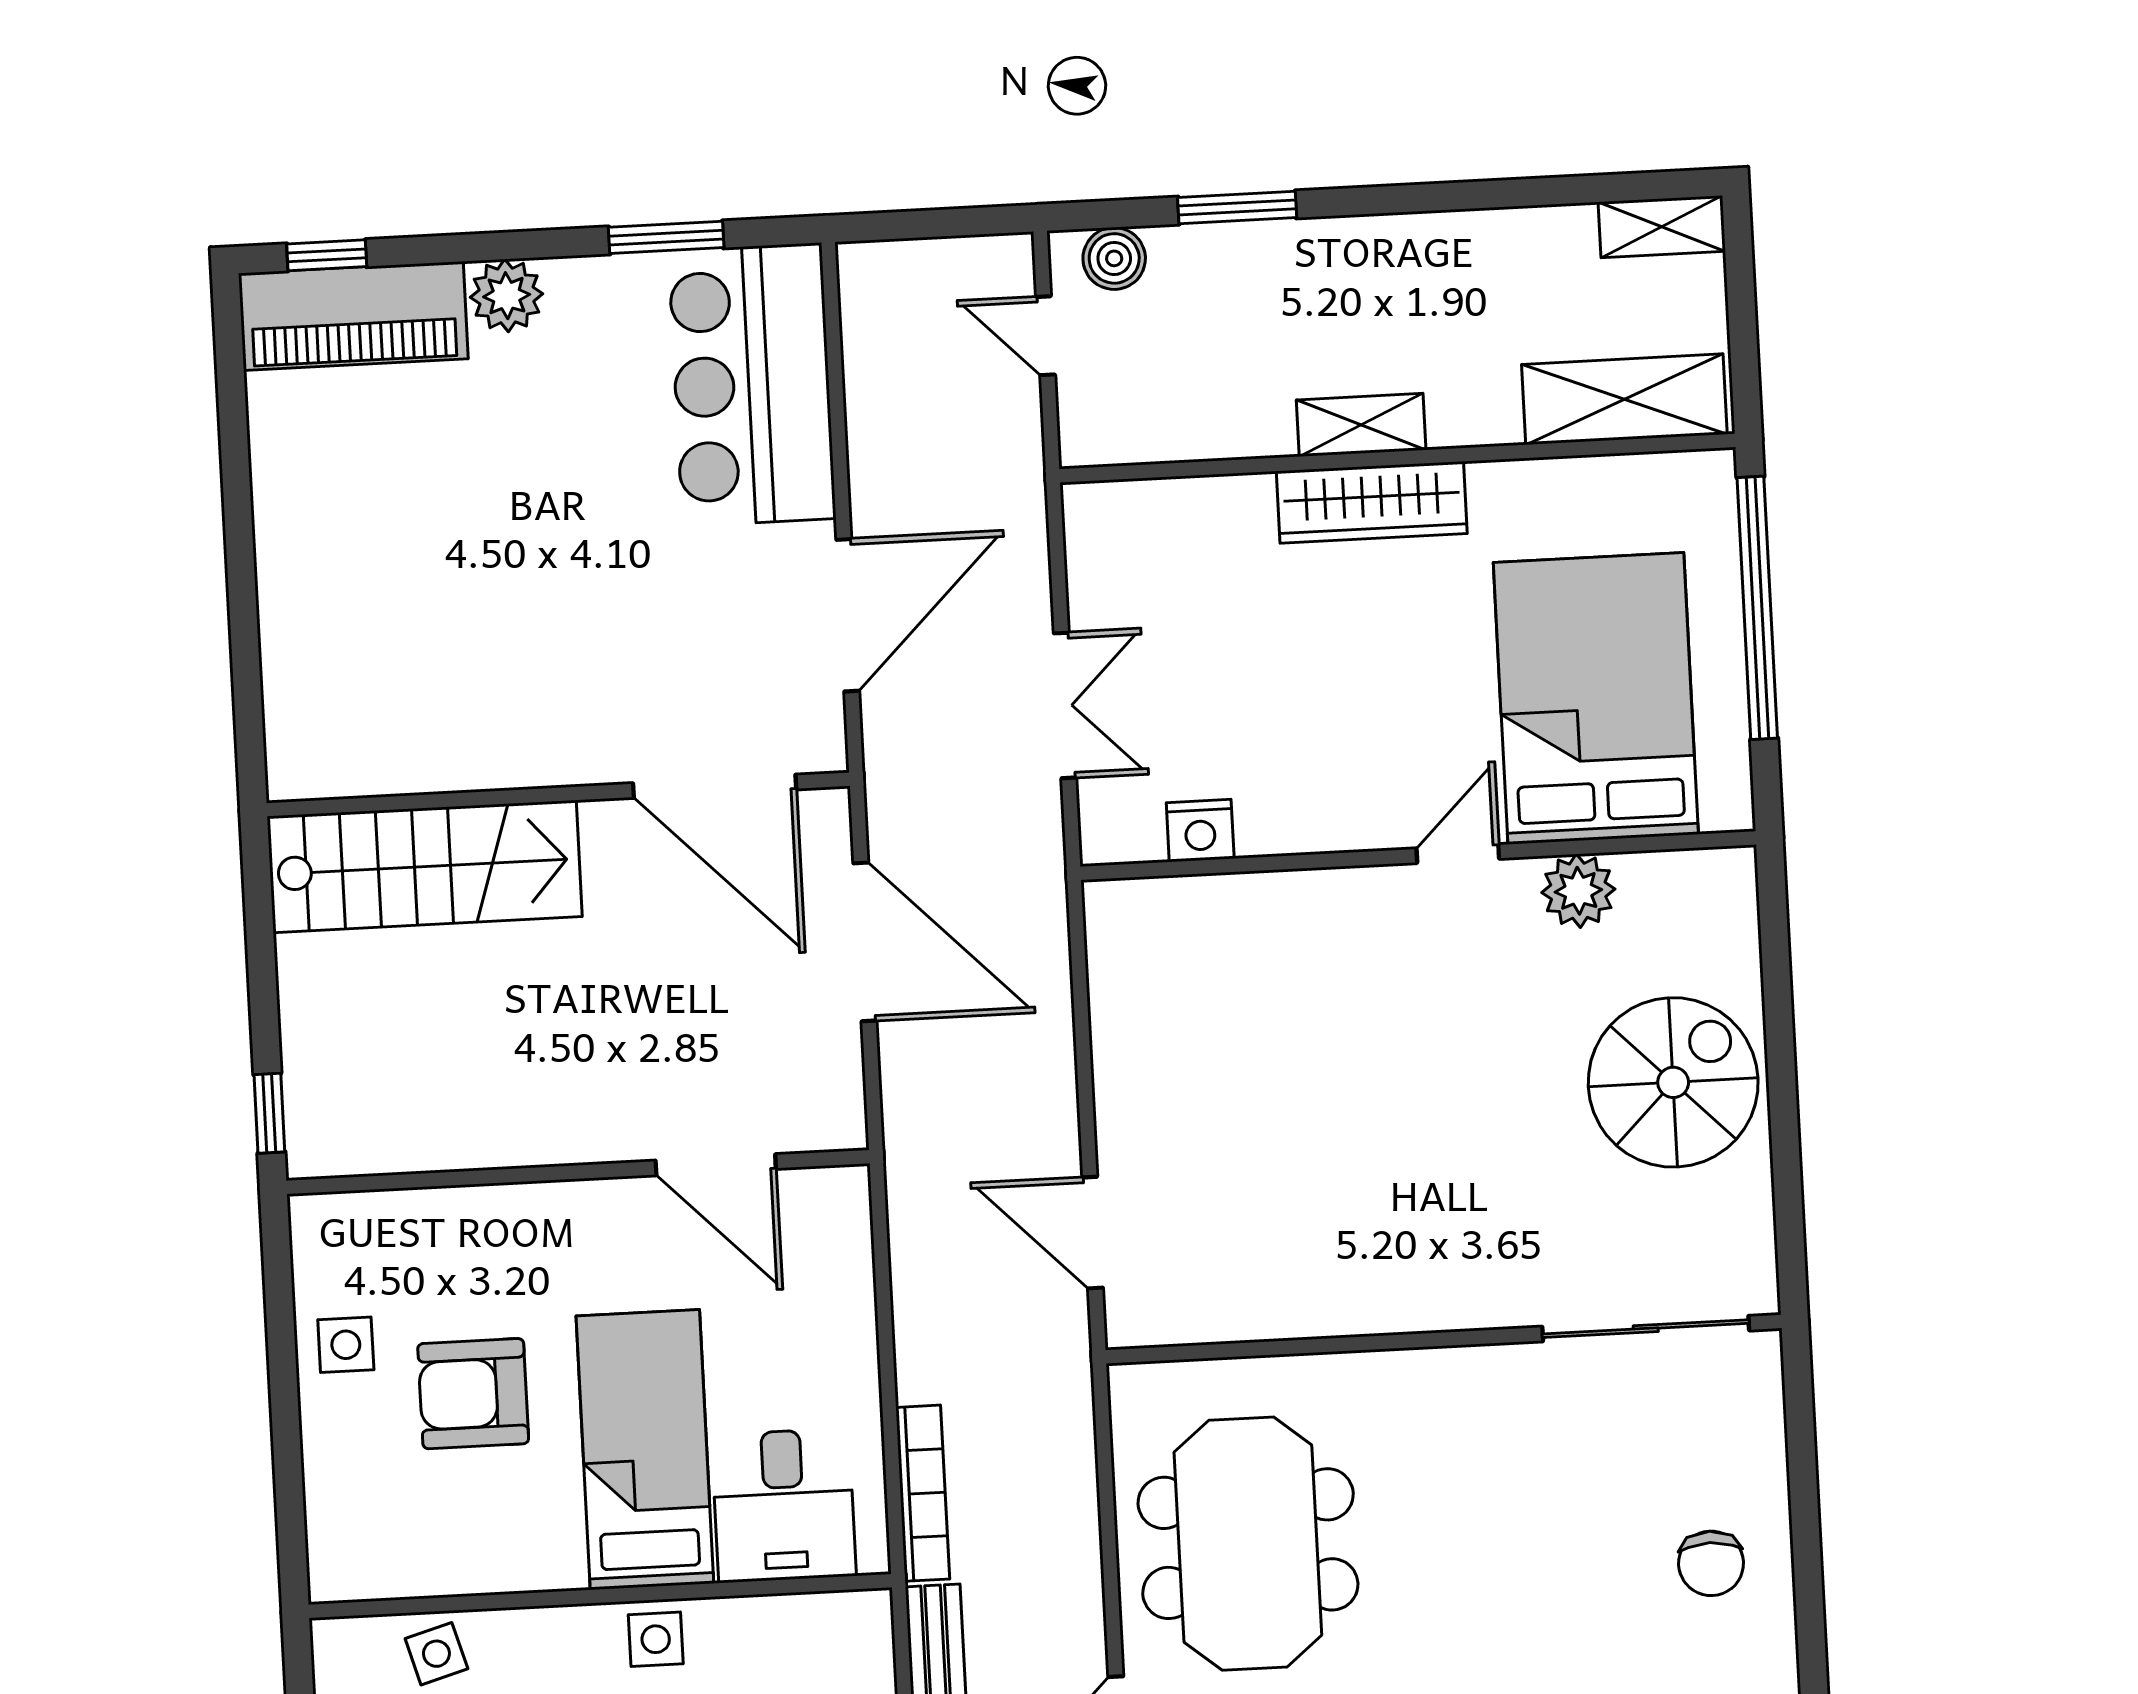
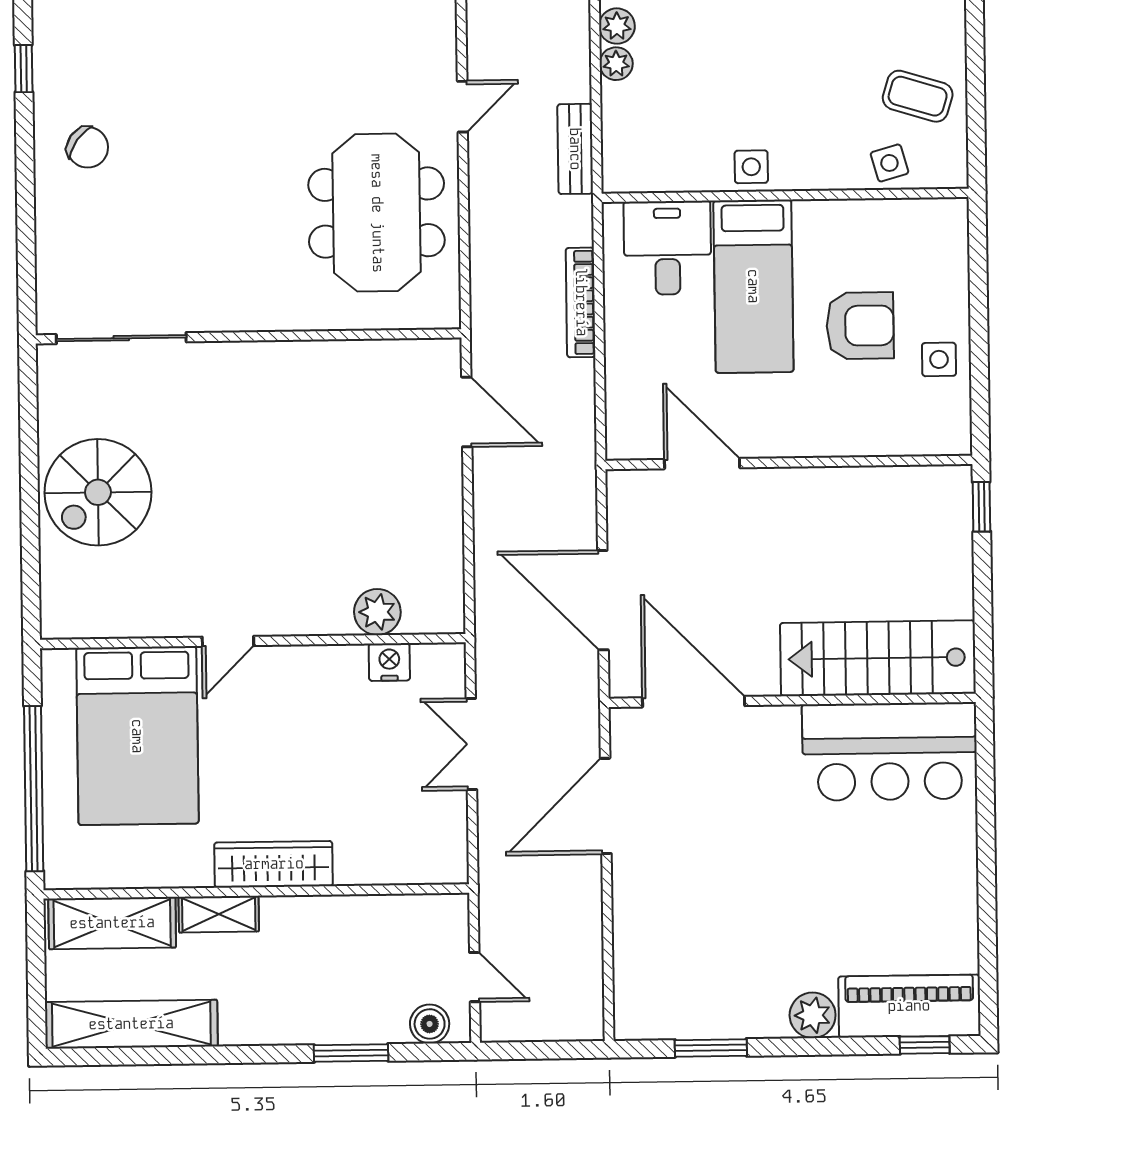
shelving: (1662, 227) -> (131, 1024), width x2.20, depth x1.33
bar counter: (752, 385) -> (890, 751), moved, turned 90
shelving: (1361, 425) -> (219, 914), moved
plant: (1578, 891) -> (377, 612), moved
bookcase: (923, 1493) -> (581, 302), moved
chair: (1711, 1563) -> (88, 147), moved, turned 126

